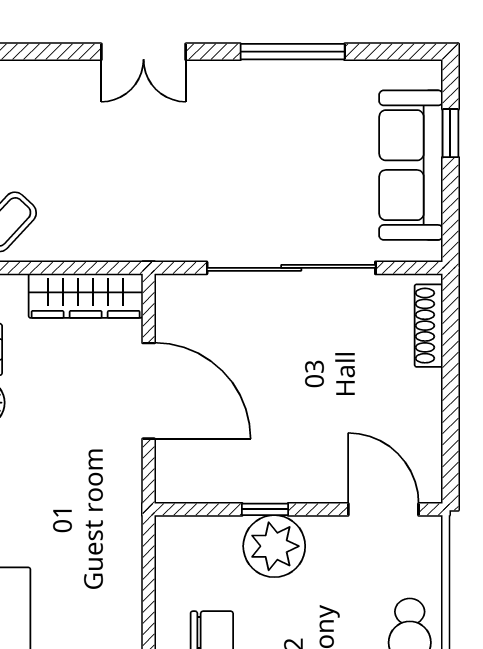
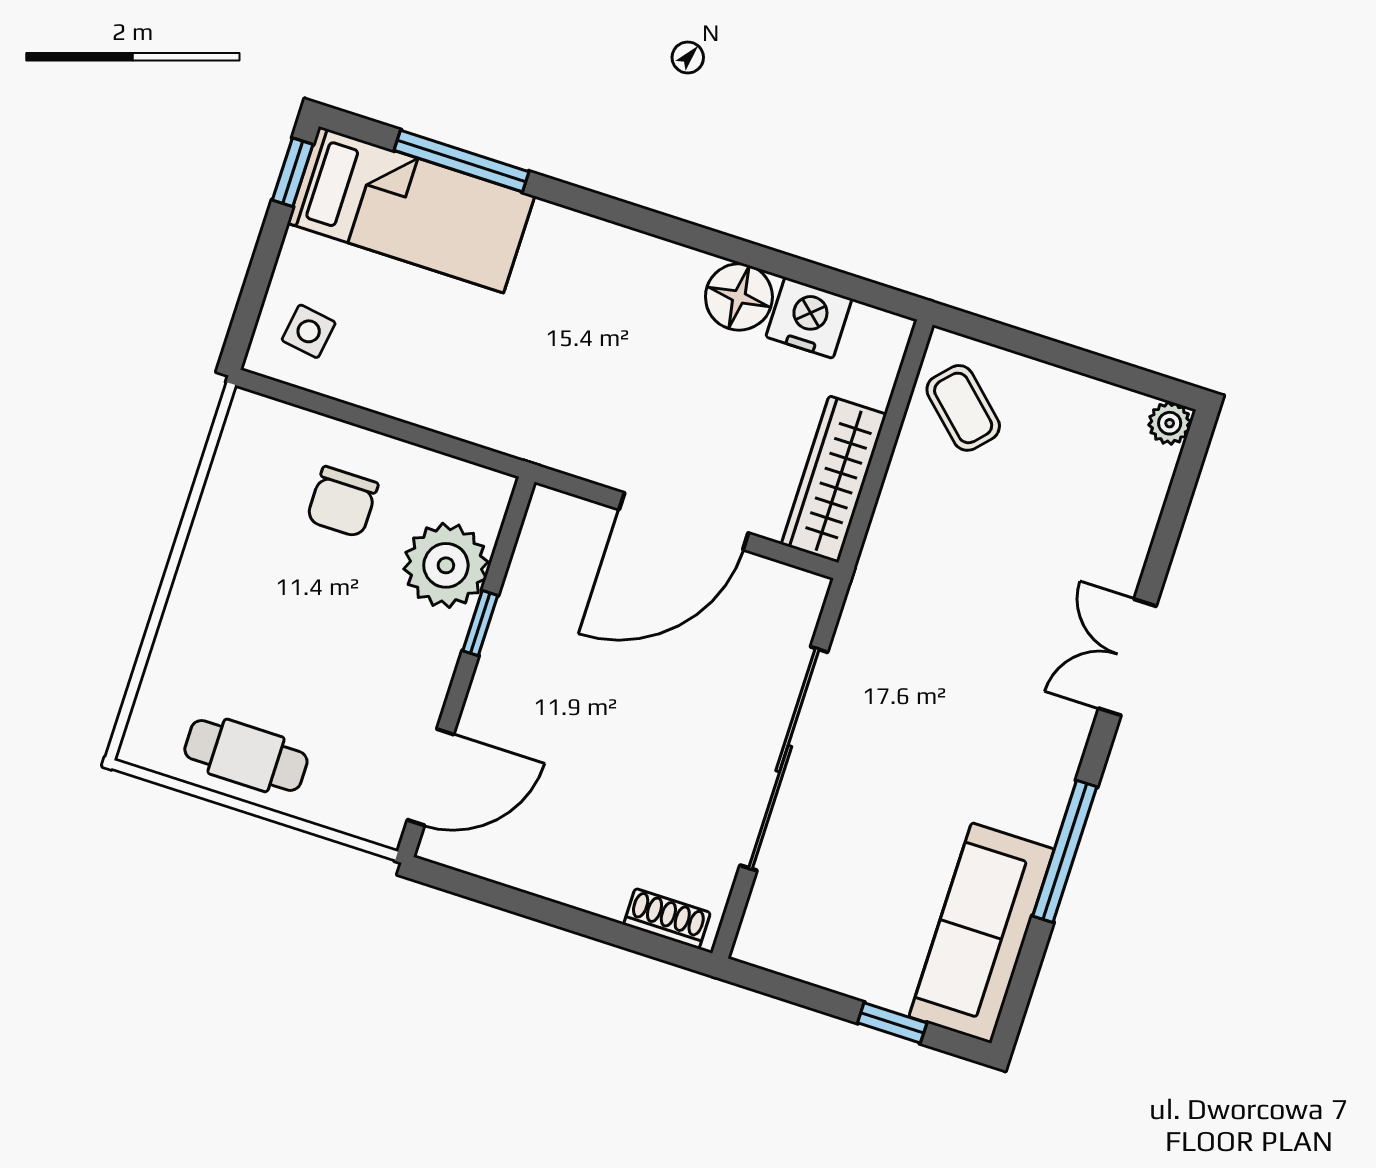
sofa: (411, 165) -> (982, 933), moved, turned -90
shoe rack: (429, 326) -> (667, 919), width x0.70
plant: (274, 546) -> (446, 565), moved

